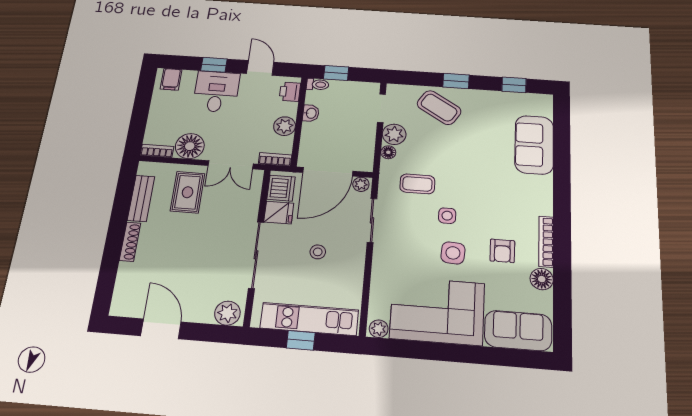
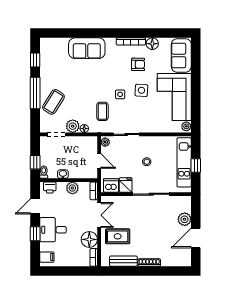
window: (456, 81) -> (35, 93), width x2.17
sofa: (534, 145) -> (87, 48), moved
door: (328, 172) -> (99, 161), width x0.53
plant: (227, 313) -> (185, 219), moved

